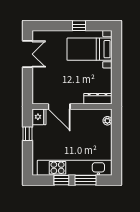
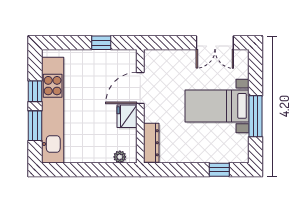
window: (79, 26) -> (255, 116), width x2.17
bed with nightstands: (89, 49) -> (217, 106), moved, turned -90
window: (116, 51) -> (219, 170), added
fridge: (39, 117) -> (127, 116), moved, turned 90

